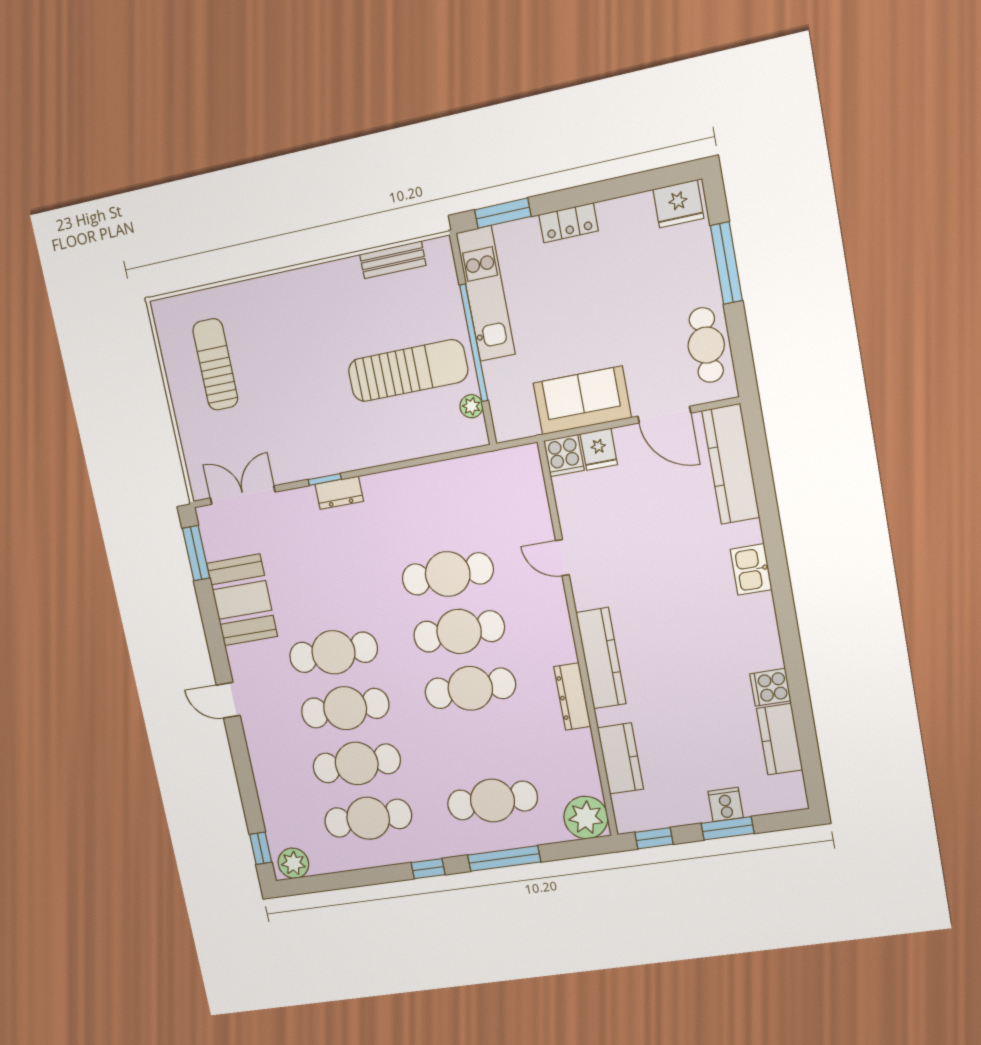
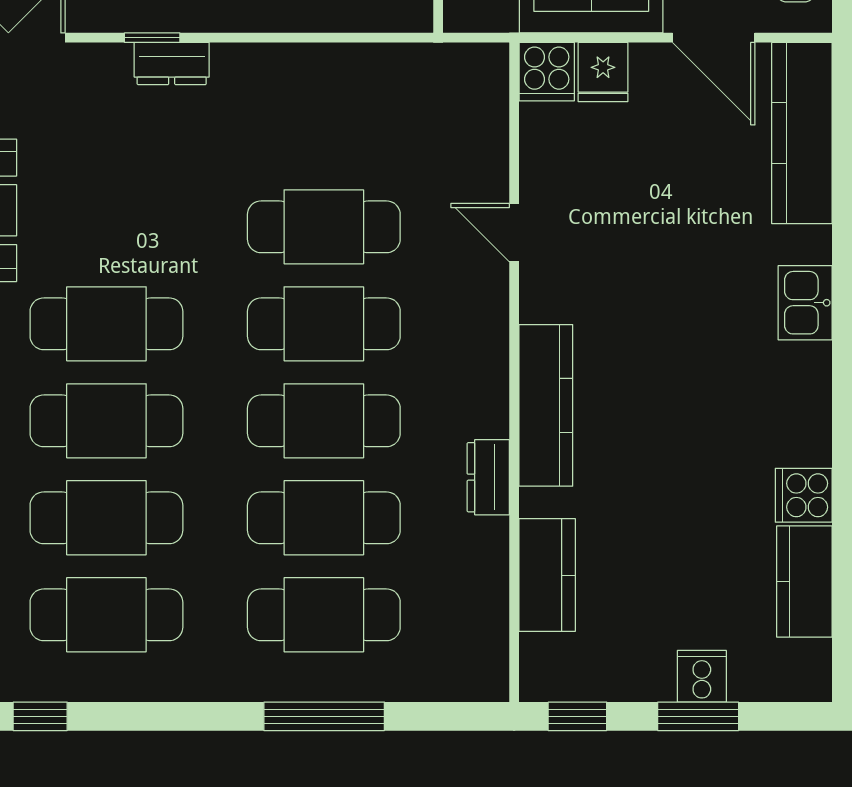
dresser: (572, 697) -> (488, 477), width x0.70
cafe table: (481, 745) -> (324, 518), added
plant: (586, 818) -> (473, 666), removed
window: (428, 869) -> (40, 716), moved

